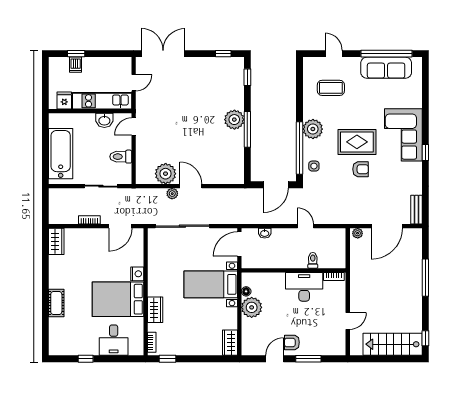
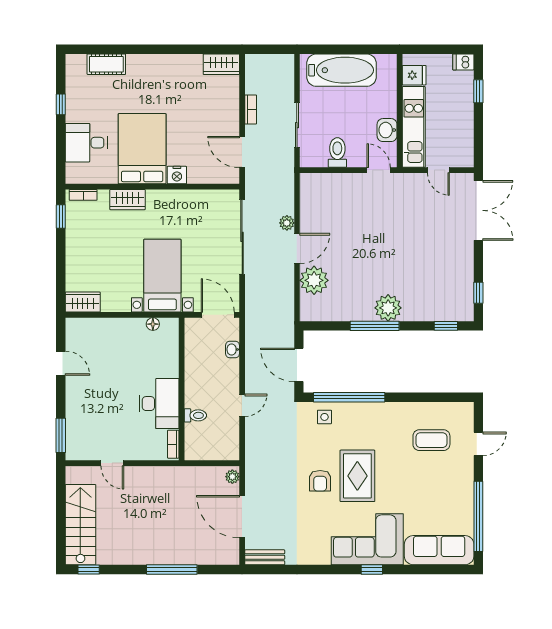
dishwasher: (76, 65) -> (463, 62), moved
sofa: (386, 68) -> (439, 550), moved, turned 90
coffee table: (331, 88) -> (431, 440), turned 90
plant: (313, 129) -> (375, 415), removed
window: (425, 152) -> (372, 569), moved
plant: (166, 174) -> (314, 280), moved
cot: (56, 303) -> (106, 64), moved
plant: (252, 307) -> (131, 332), removed
armchair: (292, 342) -> (83, 387), removed
window: (308, 359) -> (61, 435), moved

